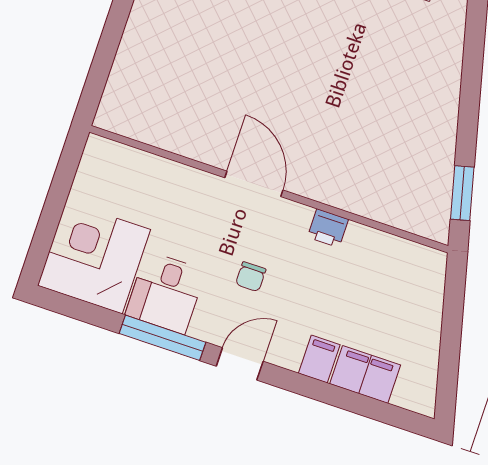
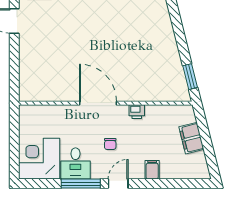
door: (254, 184) -> (98, 103), width x1.36
filing cabinet: (365, 374) -> (191, 138), moved, turned -104

